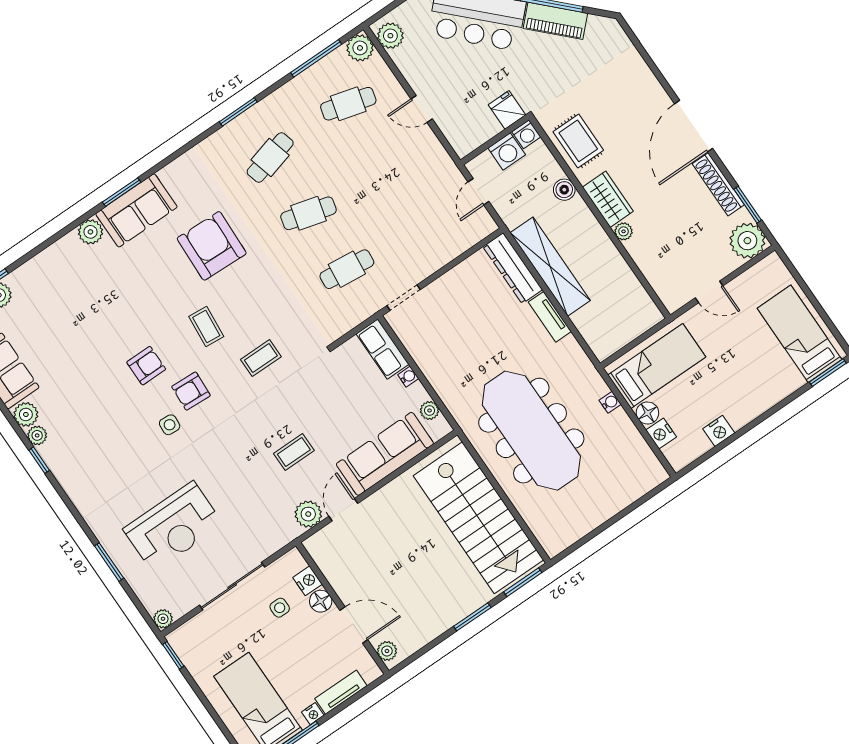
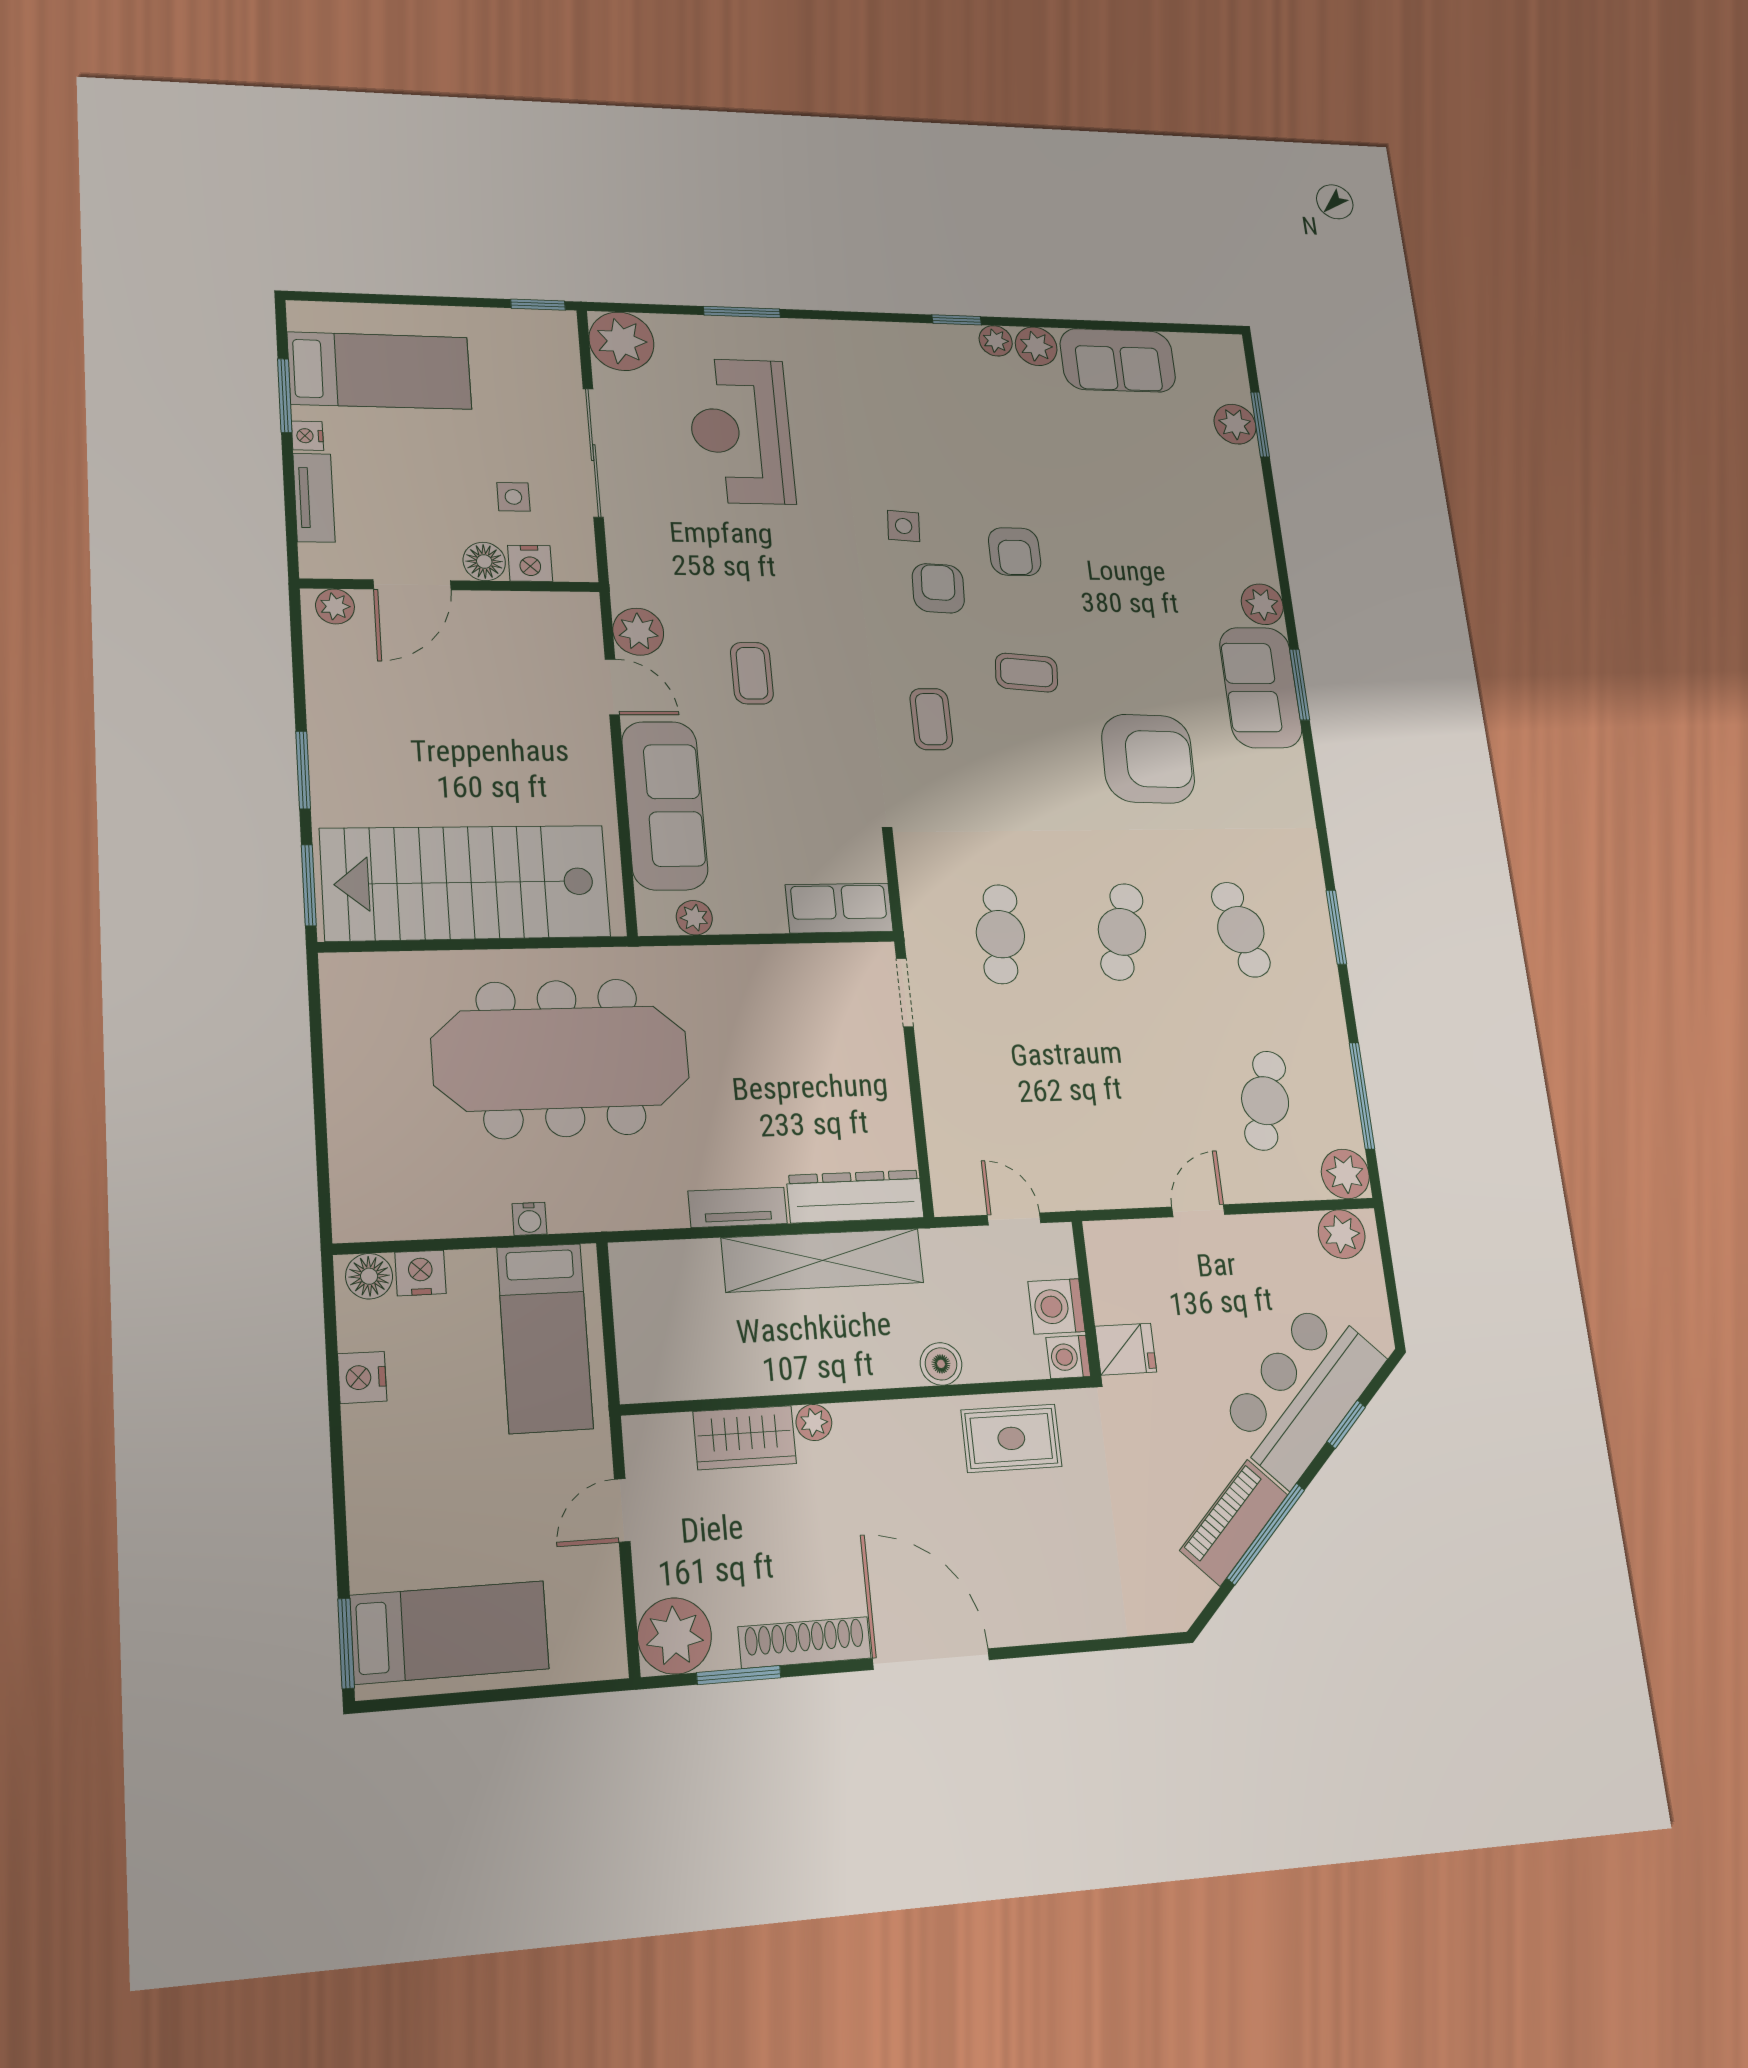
wardrobe: (608, 199) -> (745, 1438), moved
water cooler: (408, 377) -> (771, 919), removed
floor lamp: (647, 413) -> (369, 1276), moved
plant: (163, 619) -> (621, 341), width x1.88, depth x1.88

